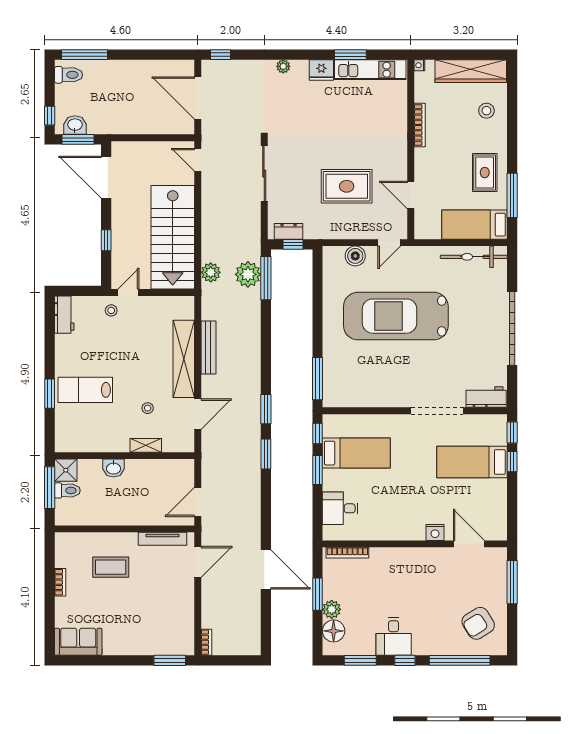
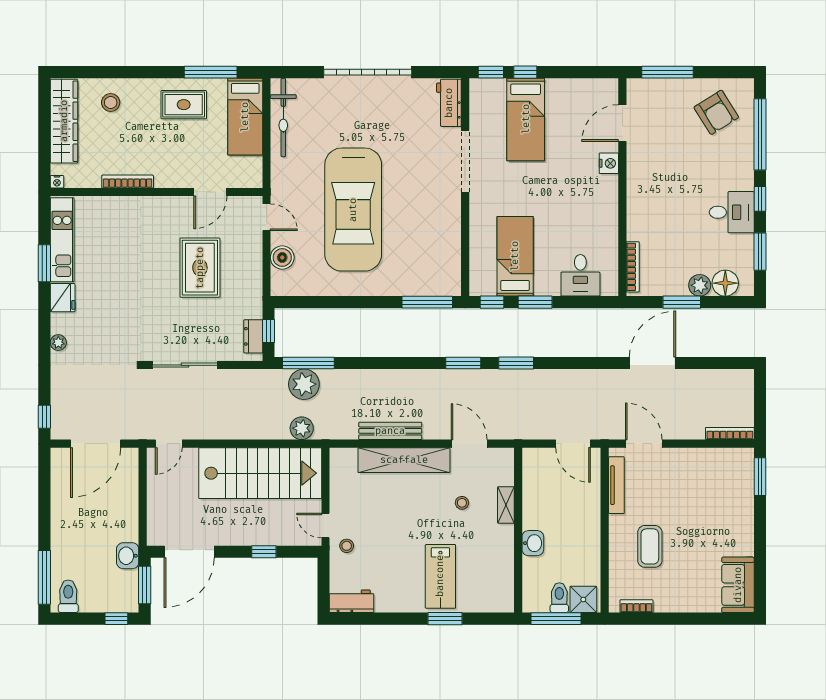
washbasin: (75, 125) -> (128, 556), moved
shower: (66, 470) -> (583, 599), moved
bookcase: (60, 582) -> (636, 606), moved
bookcase: (206, 642) -> (730, 434), width x1.56

